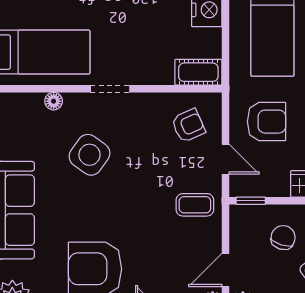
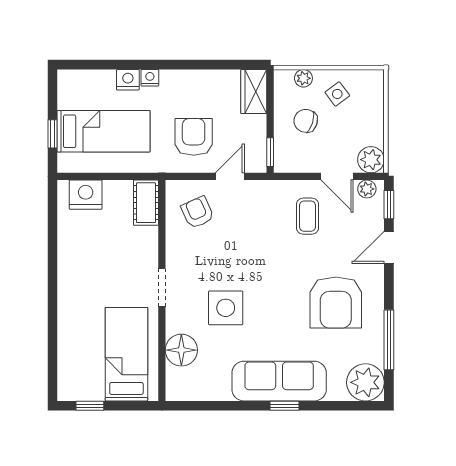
floor lamp: (54, 101) -> (181, 350), width x1.89, depth x1.89
side table: (90, 155) -> (226, 308), turned -36
coffee table: (195, 205) -> (308, 216), moved

